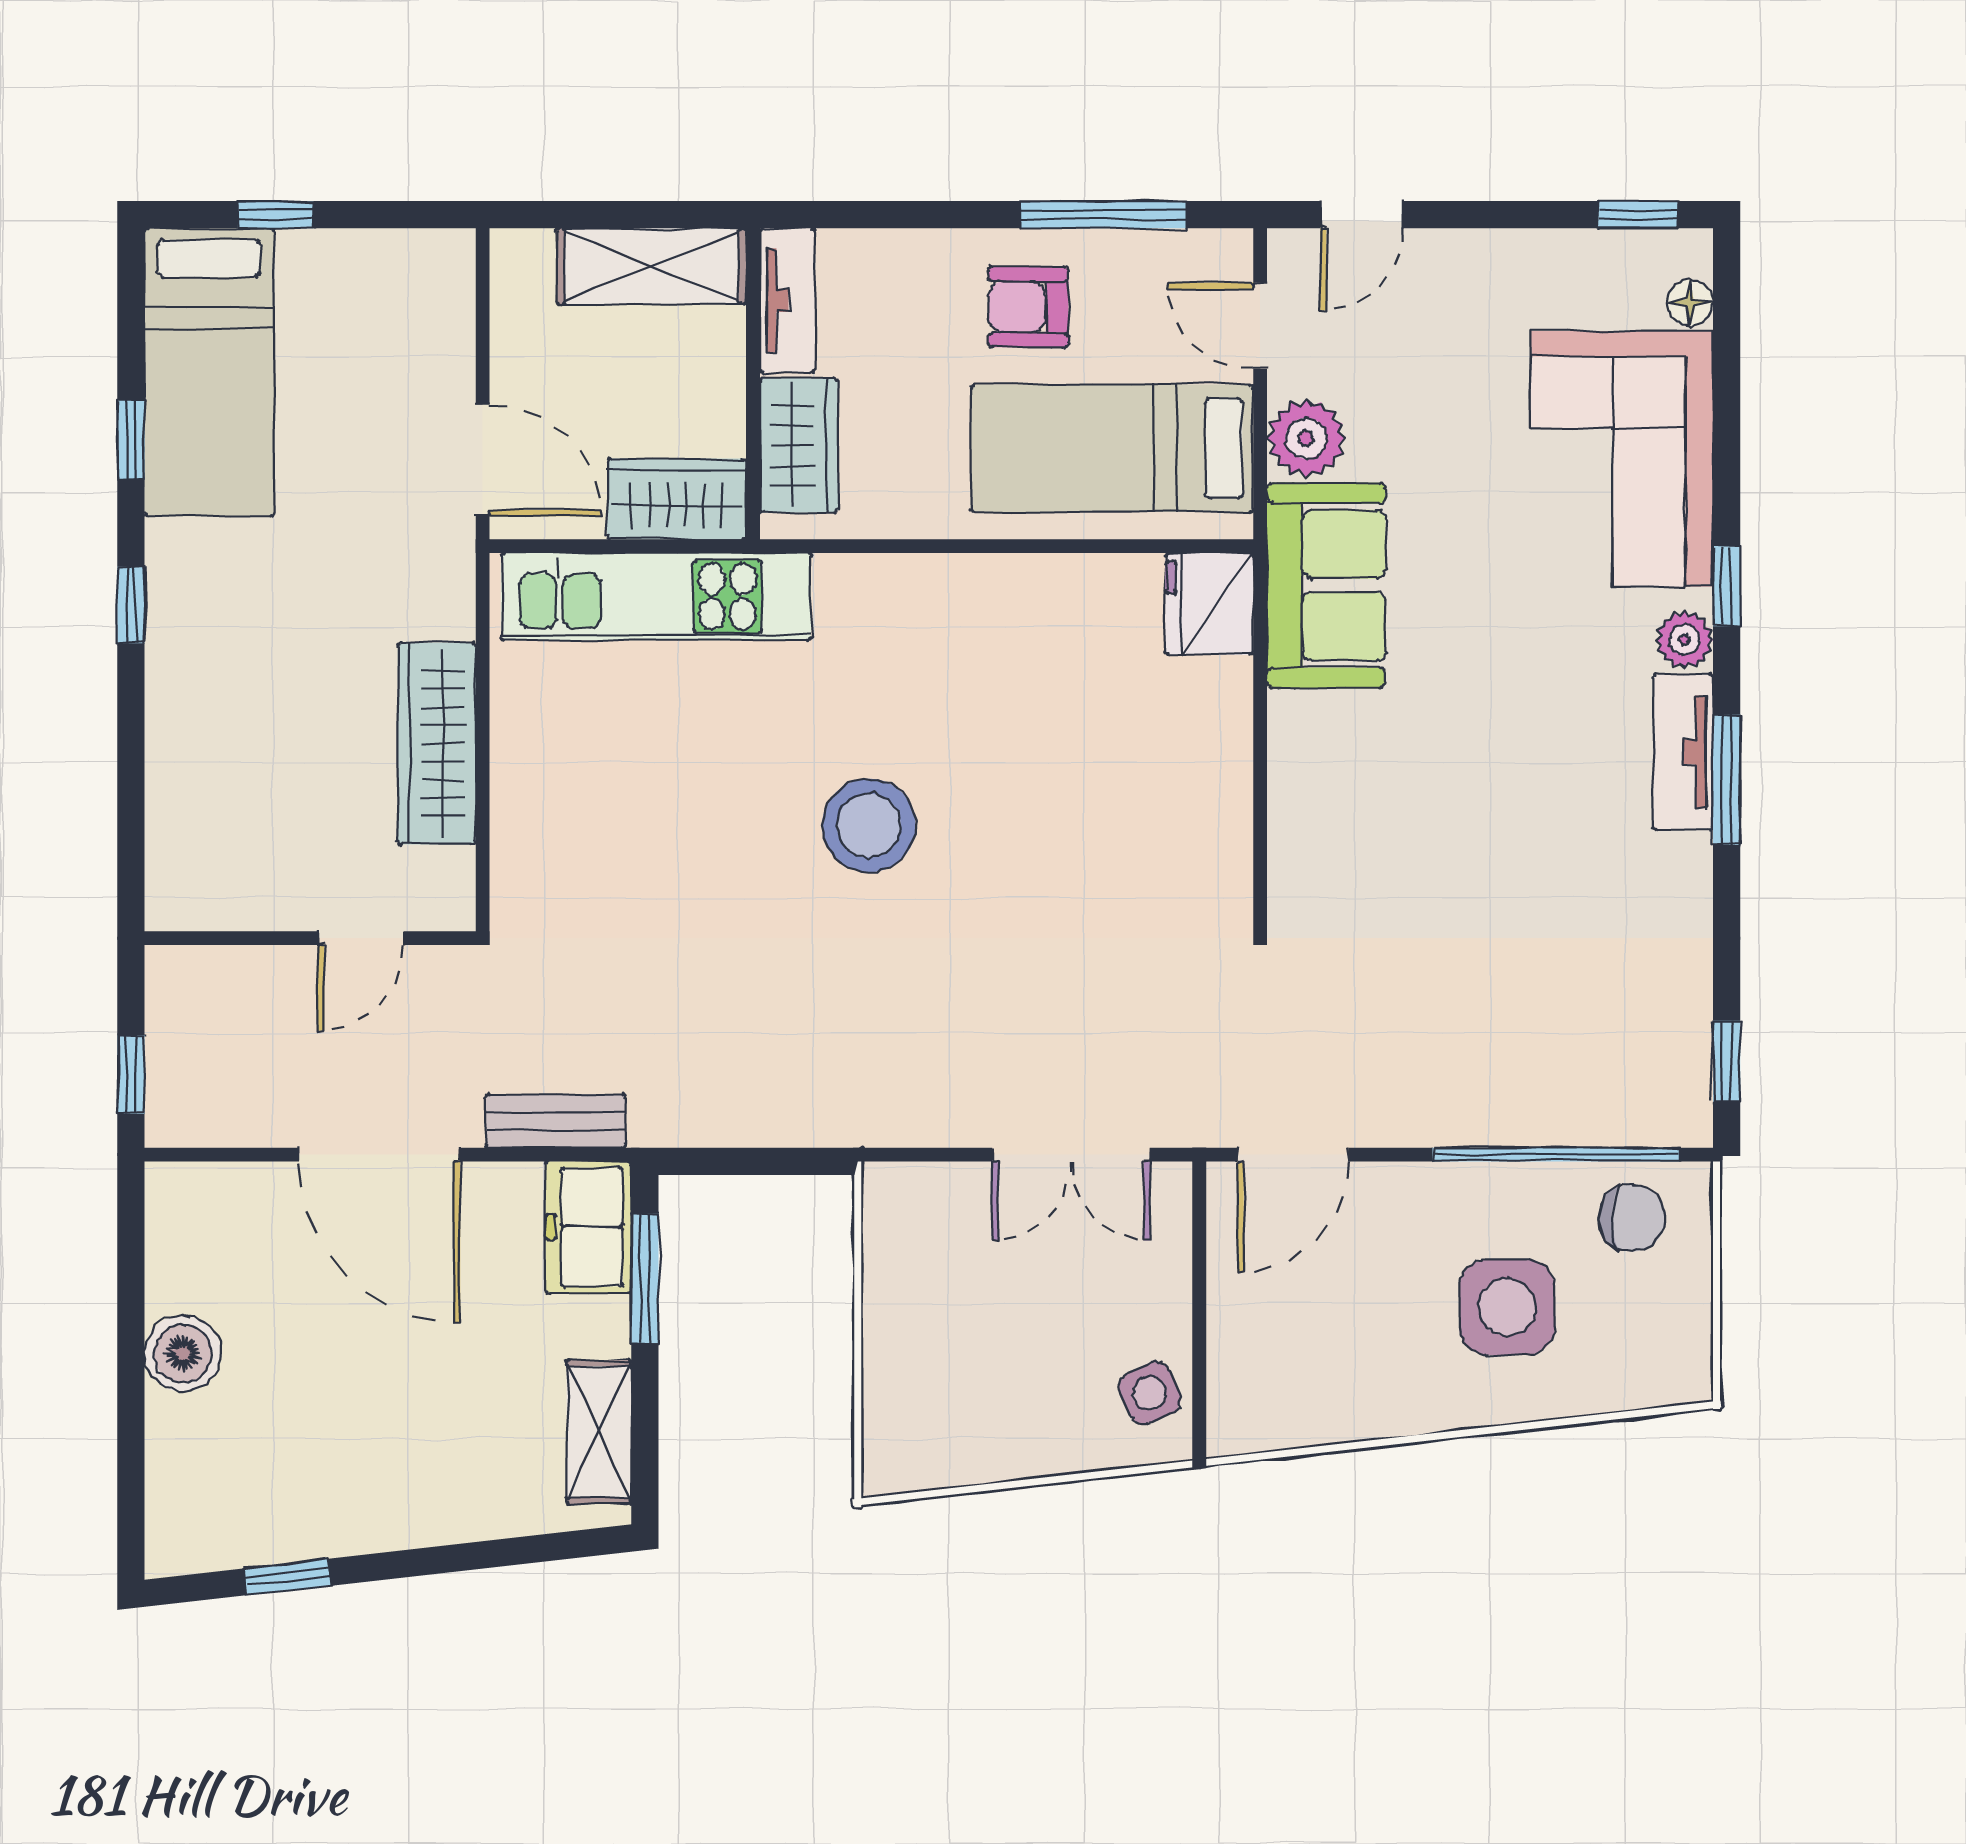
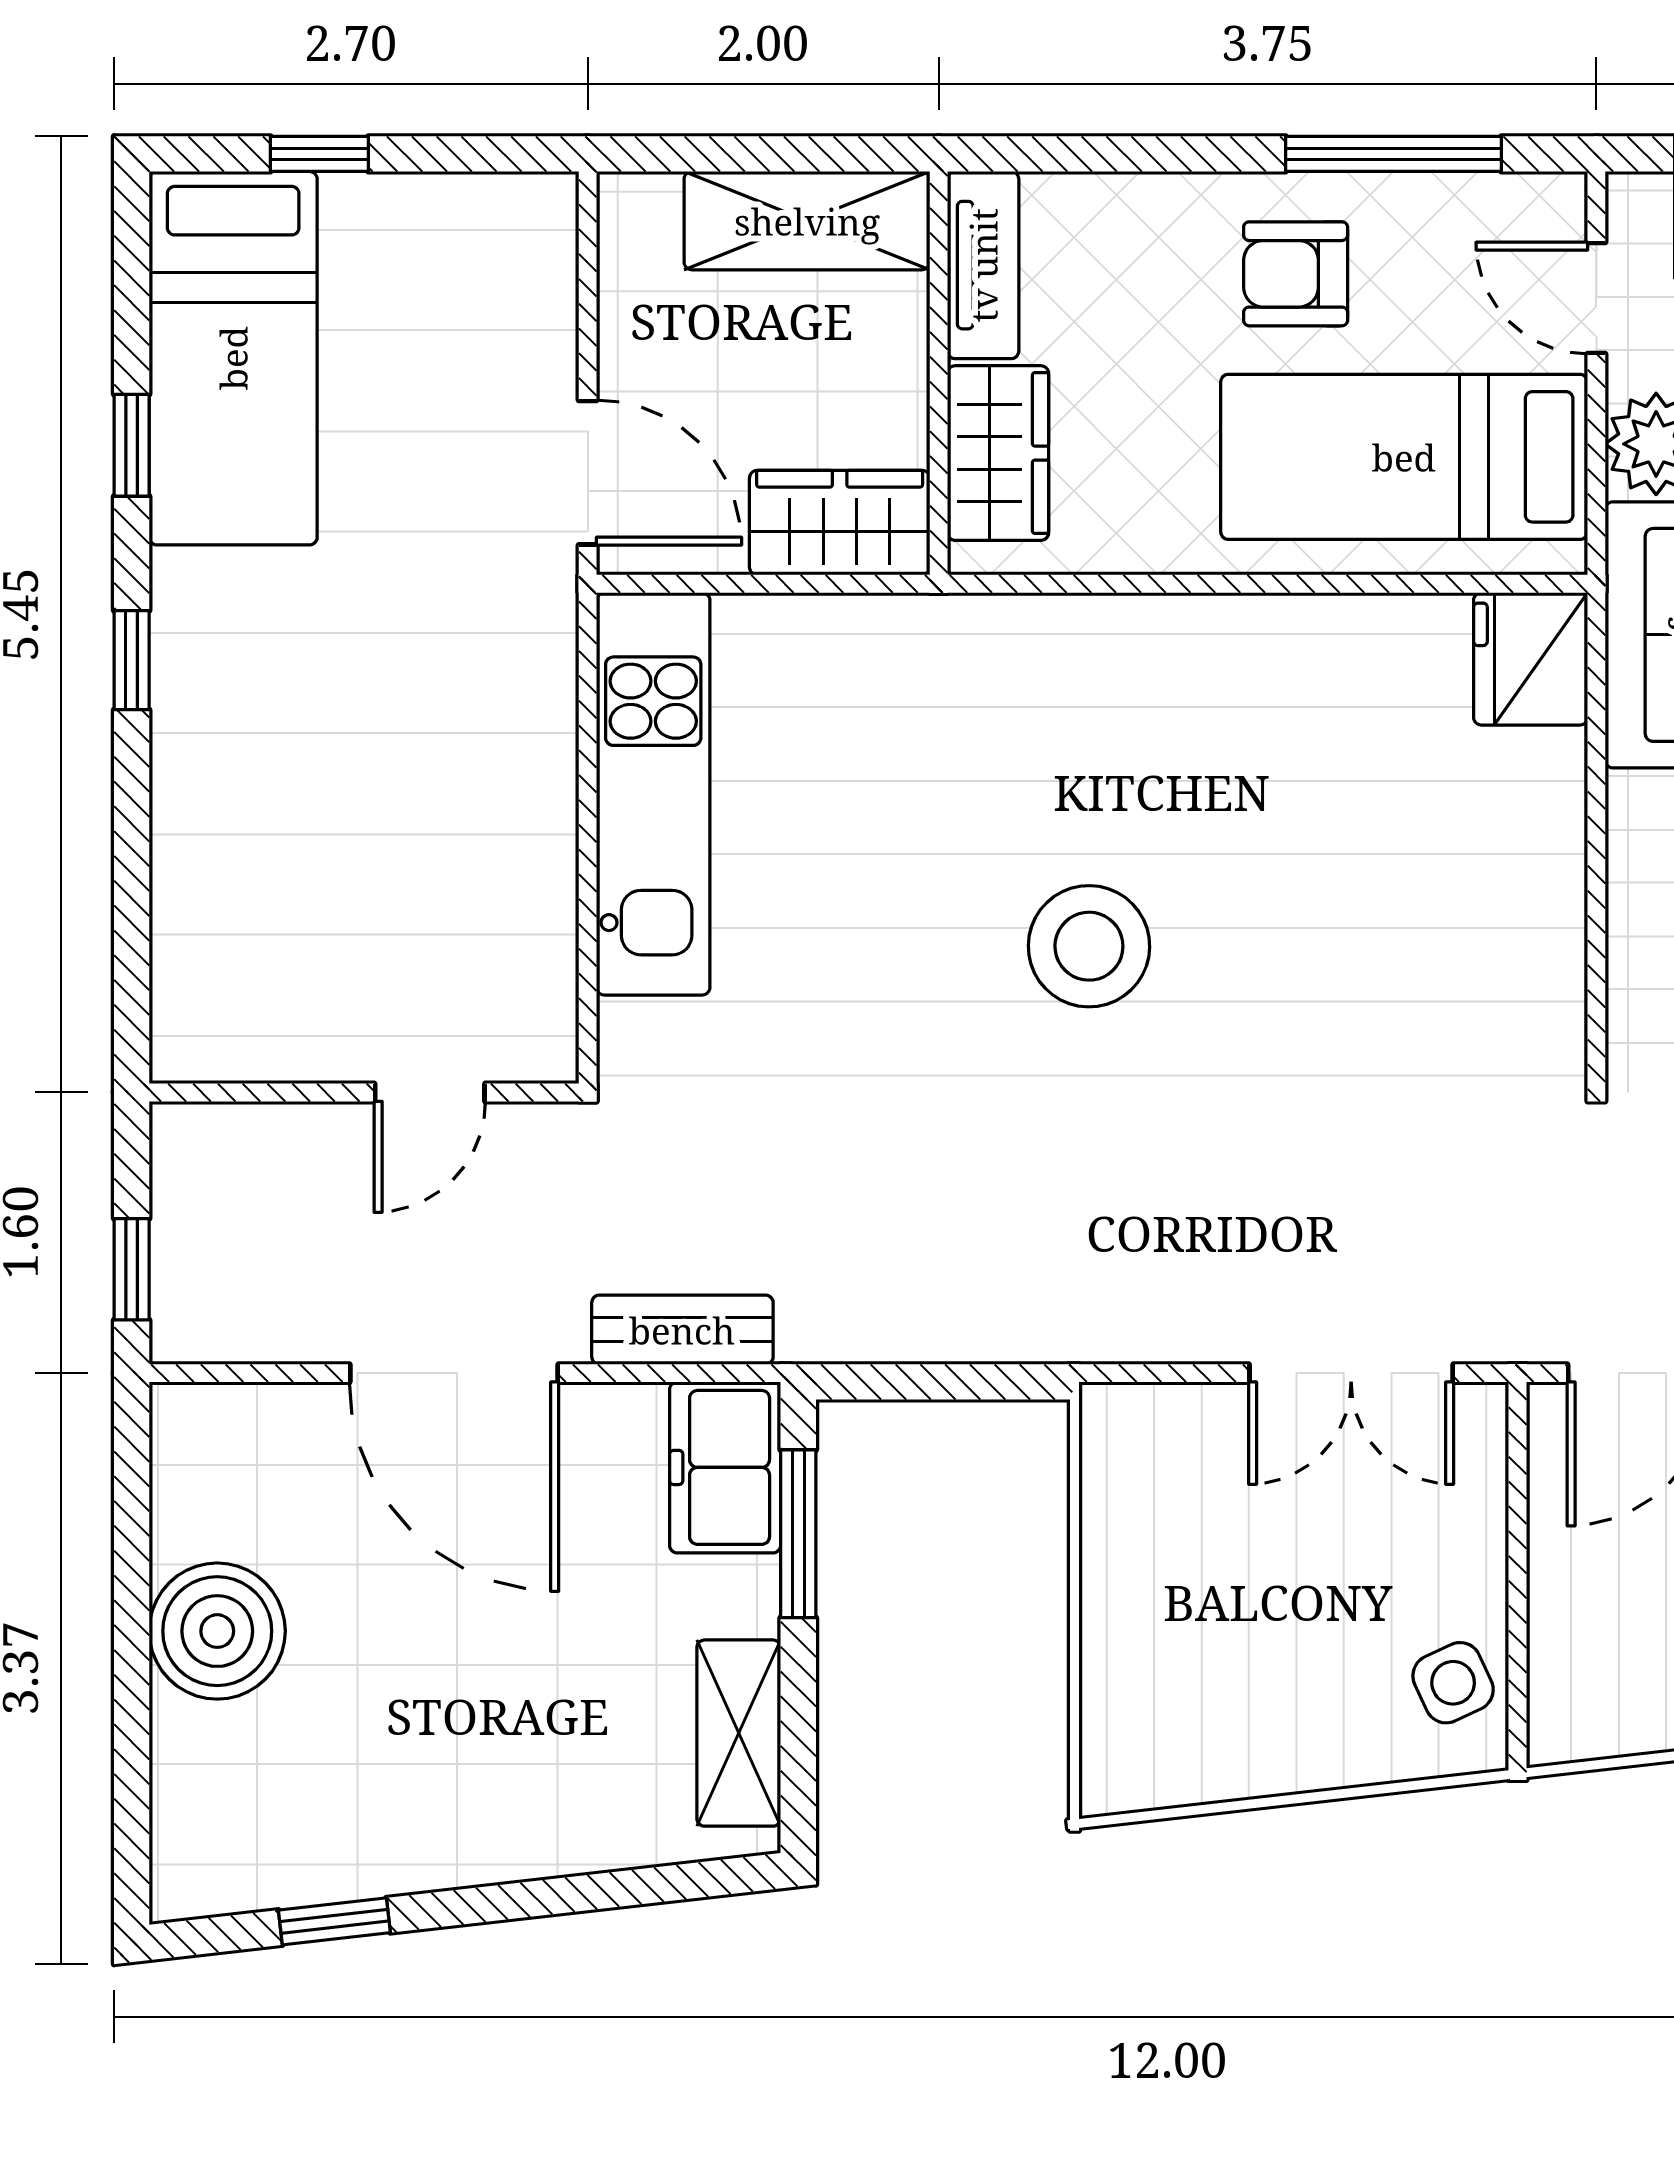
kitchen unit: (656, 597) -> (653, 794), moved, turned -90
wardrobe: (437, 743) -> (528, 840), removed
boiler: (183, 1353) -> (217, 1631), width x1.37, depth x1.37

